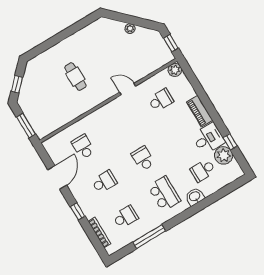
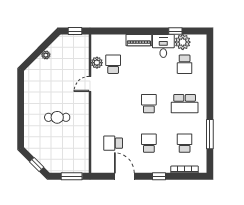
plant: (175, 70) -> (97, 63), moved
school desk: (143, 159) -> (149, 104), turned 90
school desk: (164, 194) -> (185, 104), turned 180
washbasin: (195, 197) -> (201, 82), removed

